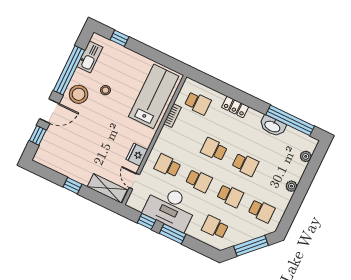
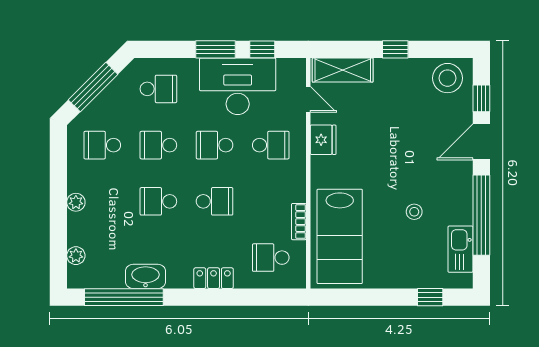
stool: (79, 94) -> (447, 78), moved

